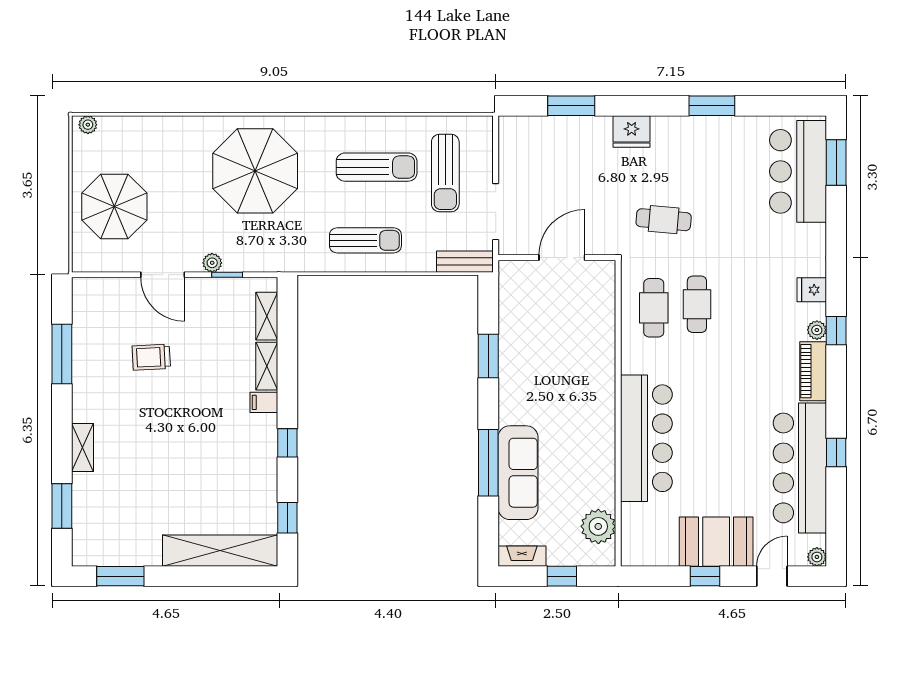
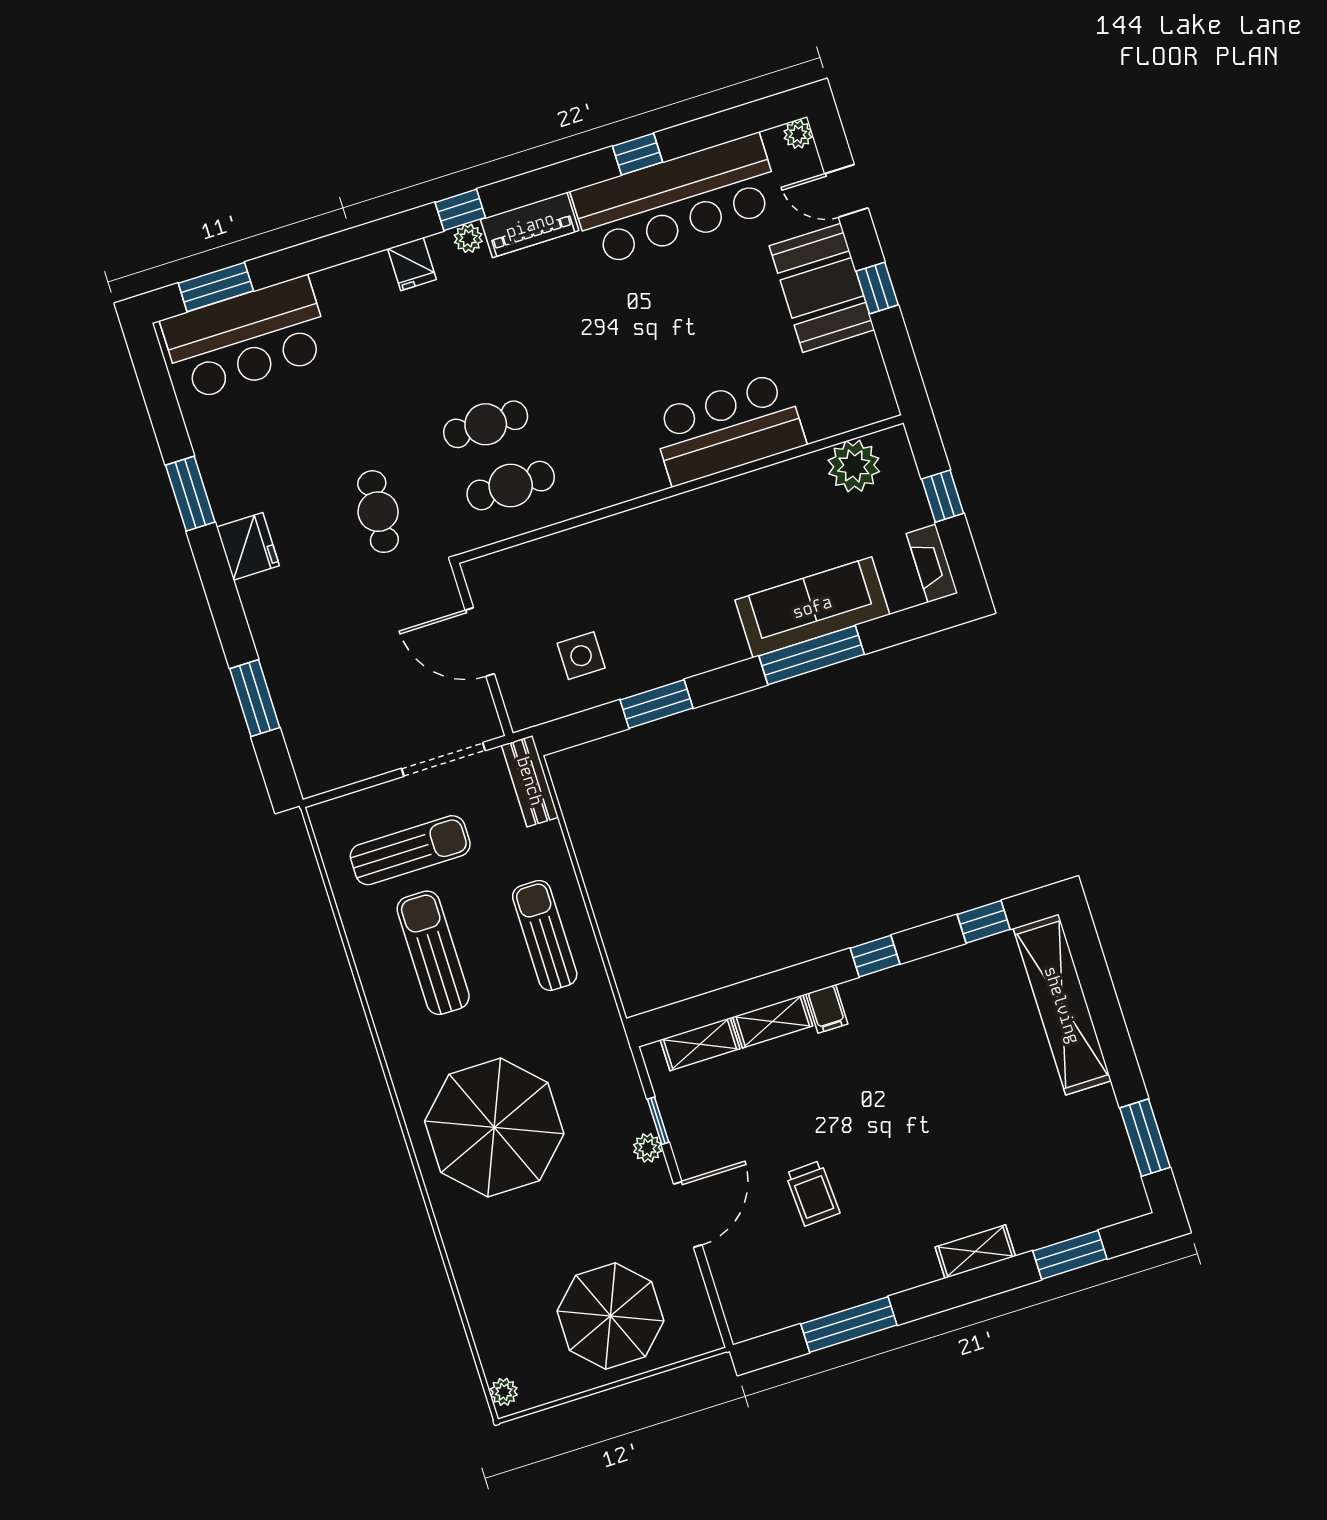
fridge: (632, 131) -> (248, 546), moved
side table: (533, 318) -> (581, 656), added
bar counter: (646, 438) -> (728, 429), width x0.73

